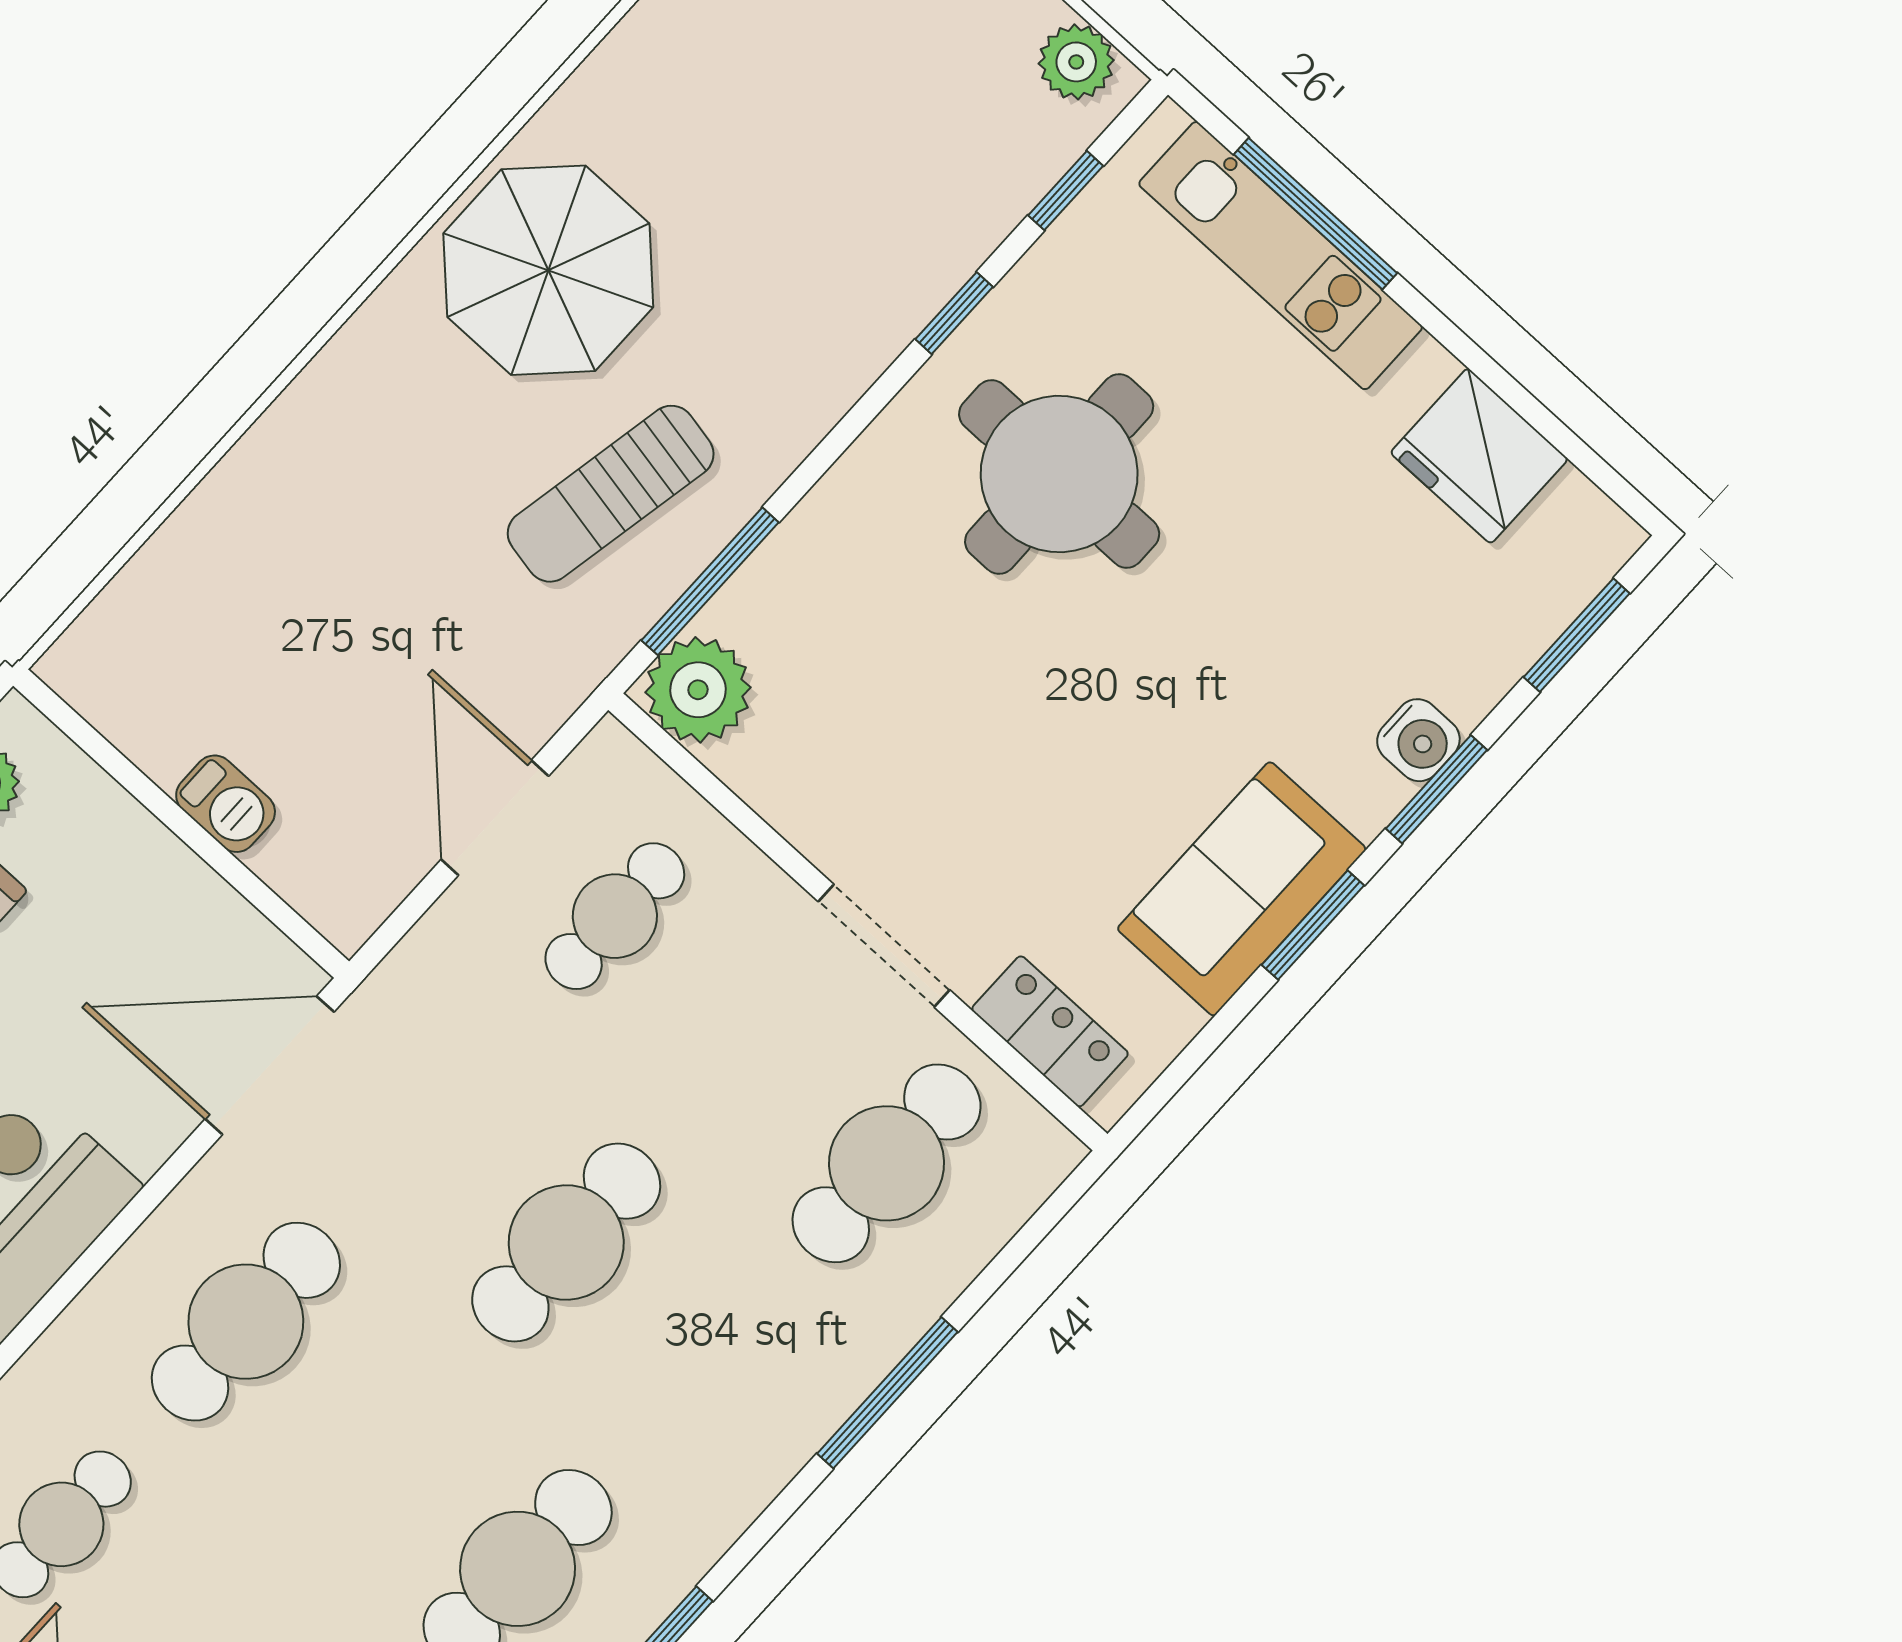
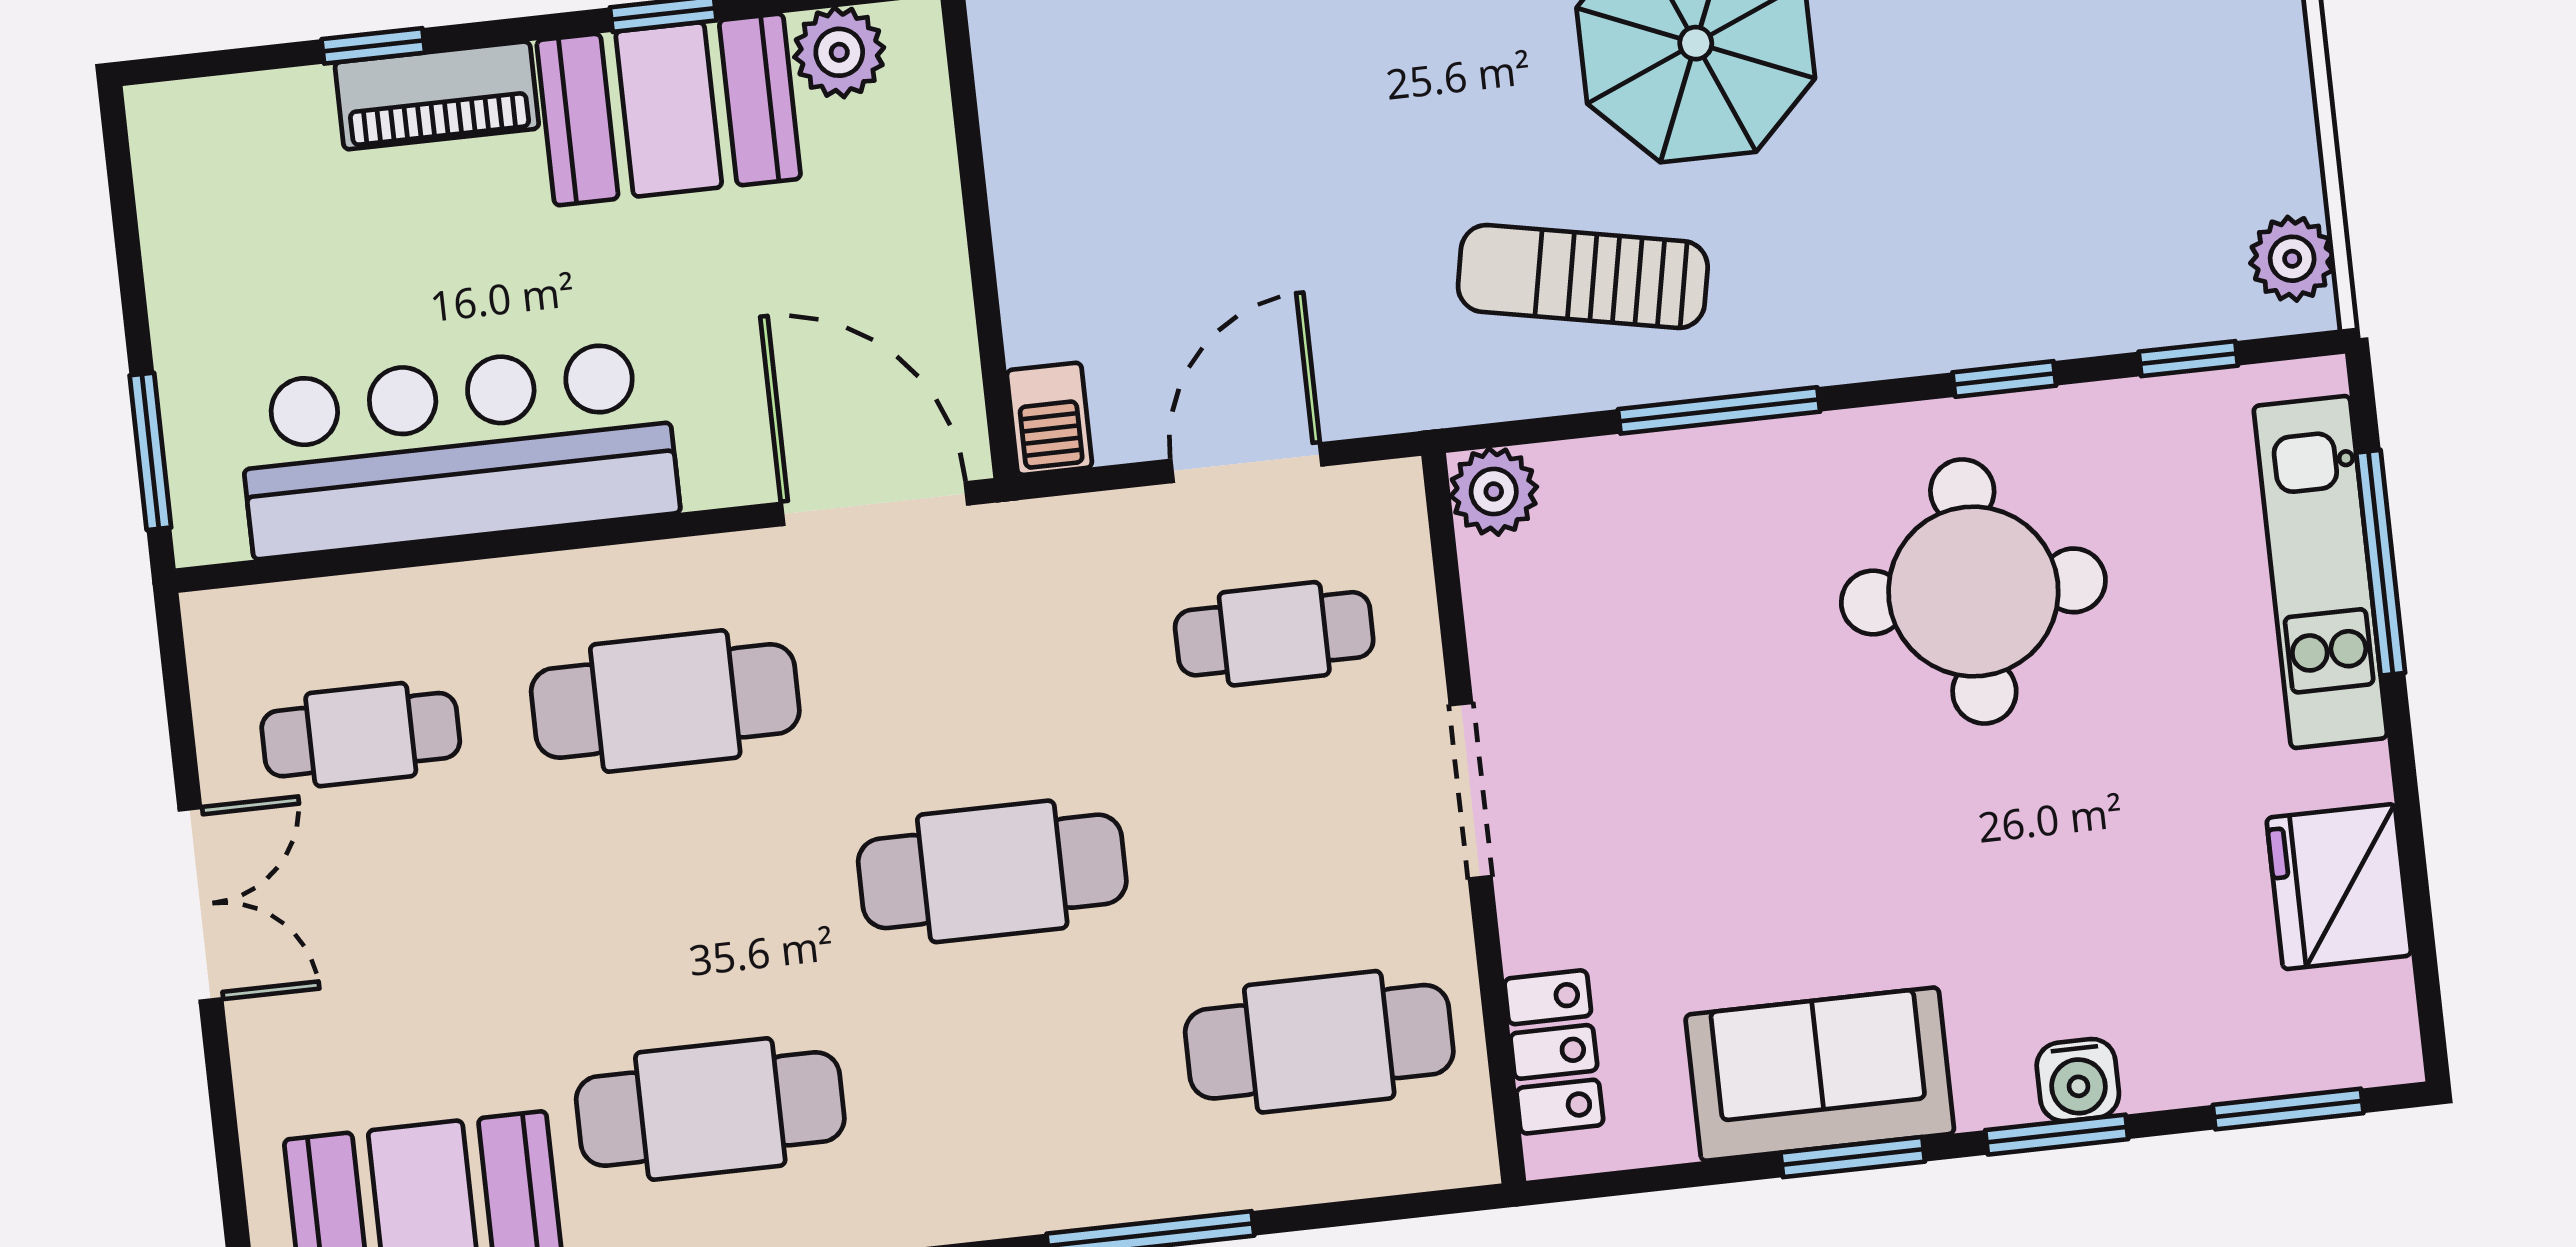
window: (710, 581) -> (1719, 410), moved
plant: (698, 690) -> (1494, 491), width x0.73, depth x0.73
barbecue: (226, 804) -> (1049, 419), moved
doorway: (884, 946) -> (1471, 791), moved

